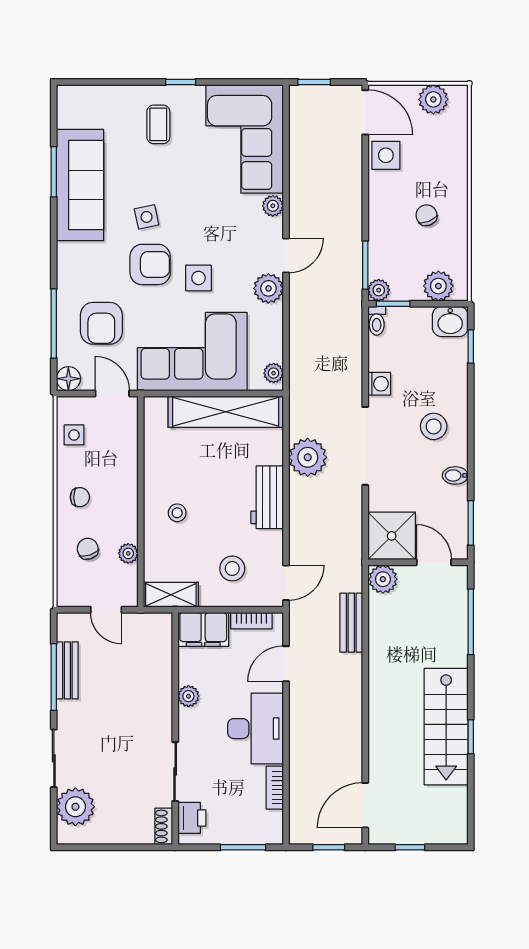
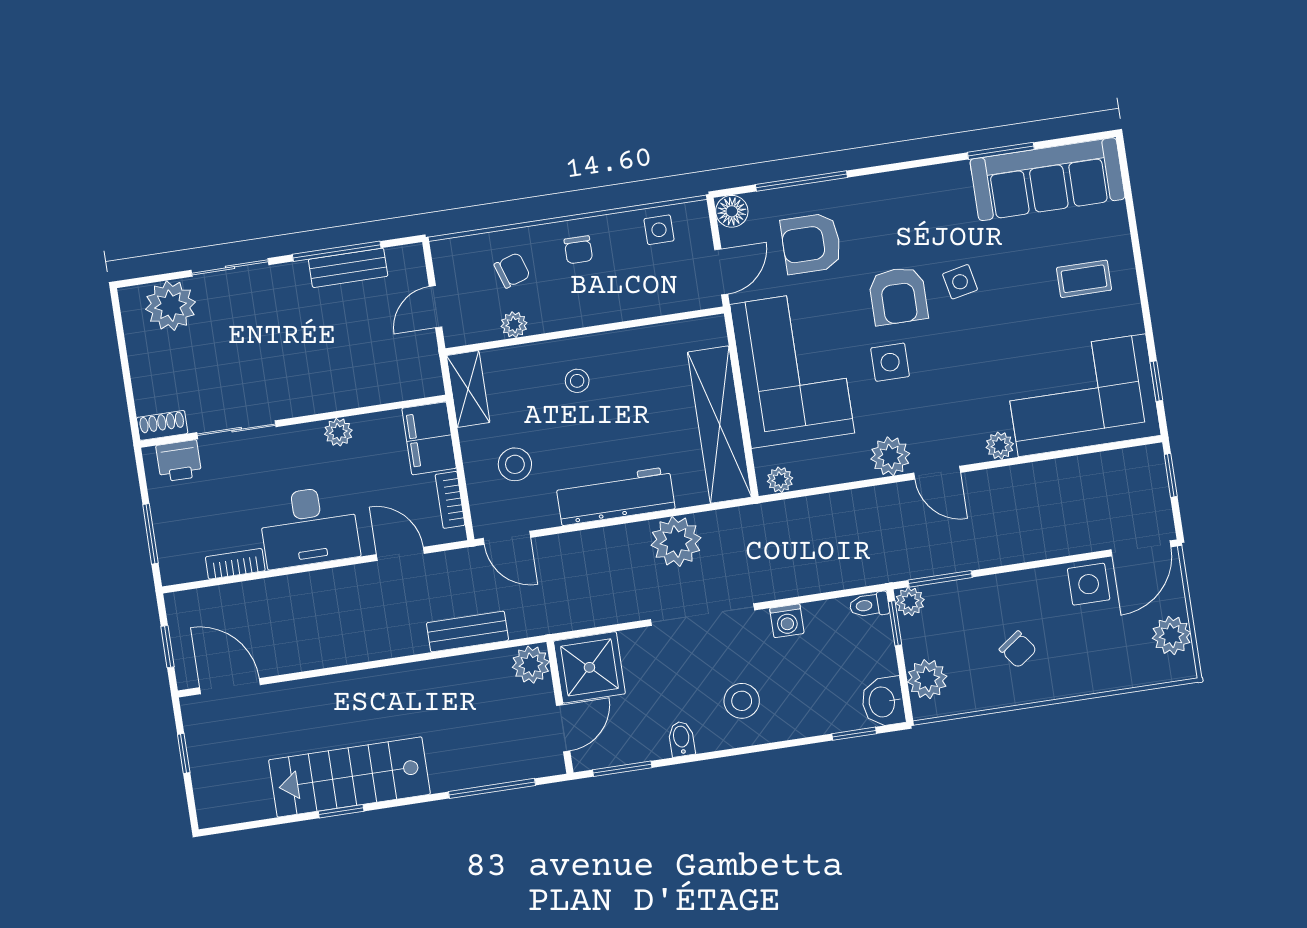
window: (181, 82) -> (1156, 381), moved
sofa: (80, 185) -> (1048, 179), moved
chair: (426, 215) -> (1018, 649), turned 76
workbench: (267, 497) -> (615, 496), width x1.38

